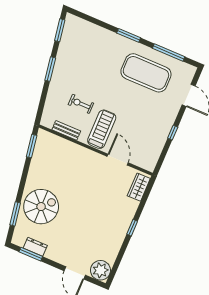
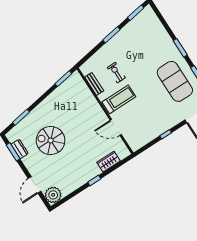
door: (118, 160) -> (116, 127), swing flipped
wardrobe: (139, 187) -> (109, 162), moved
spiral stairs: (41, 207) -> (51, 141), moved, turned 180

